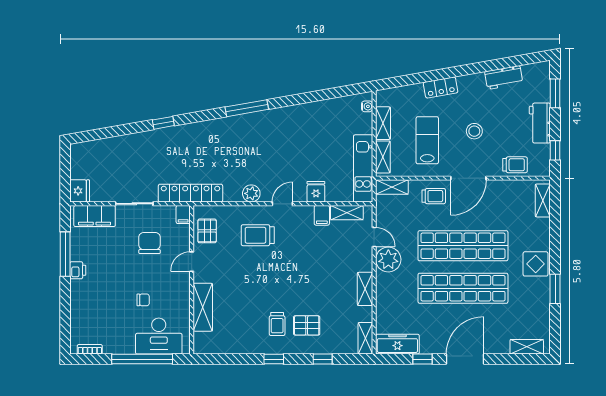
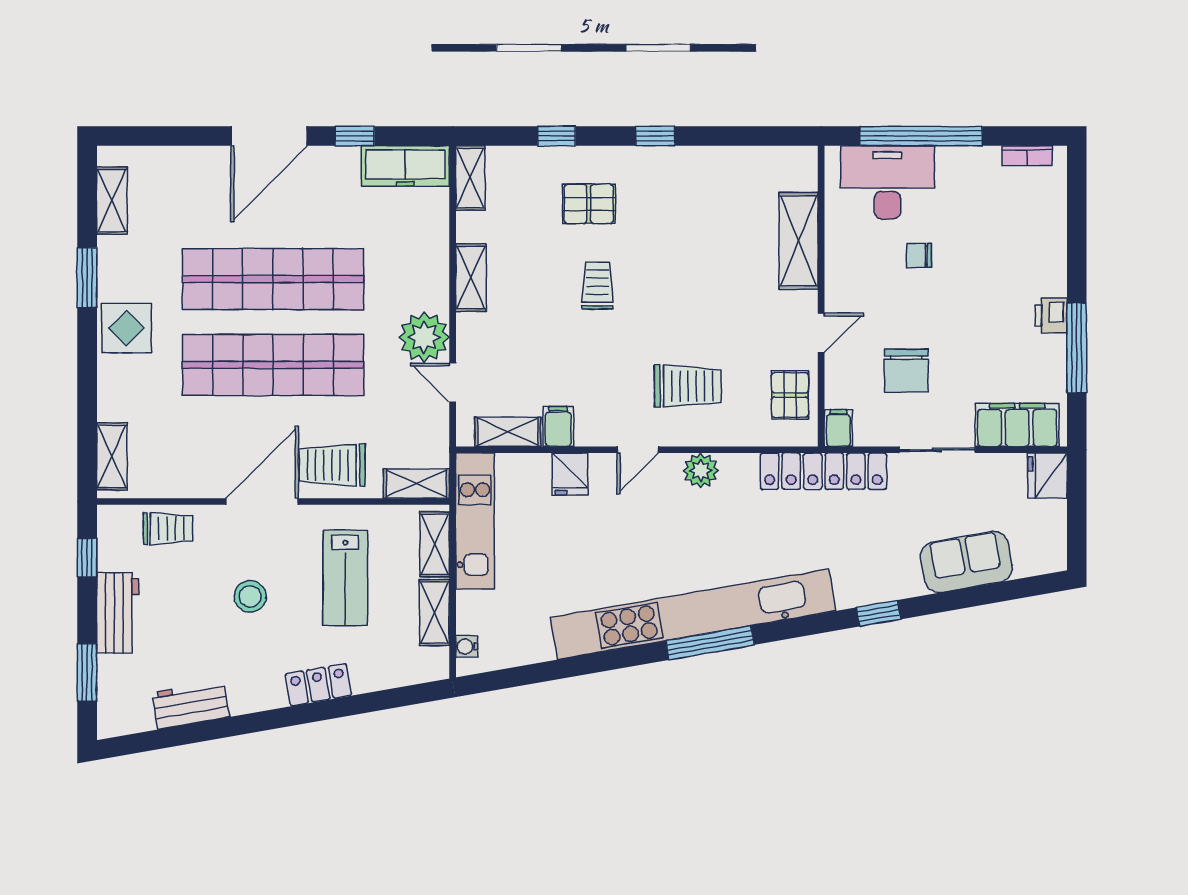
kitchen unit: (255, 122) -> (693, 614), added
sofa: (120, 148) -> (966, 562), added
trolley: (515, 165) -> (168, 529), turned 180
trolley: (434, 196) -> (332, 465), width x1.36, depth x1.39
trolley: (277, 324) -> (598, 286), moved
shelving: (527, 347) -> (112, 201), moved, turned 90

